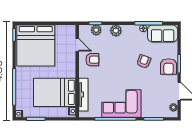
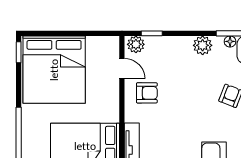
plant: (96, 30) -> (136, 44), moved
plant: (116, 31) -> (203, 45), moved

